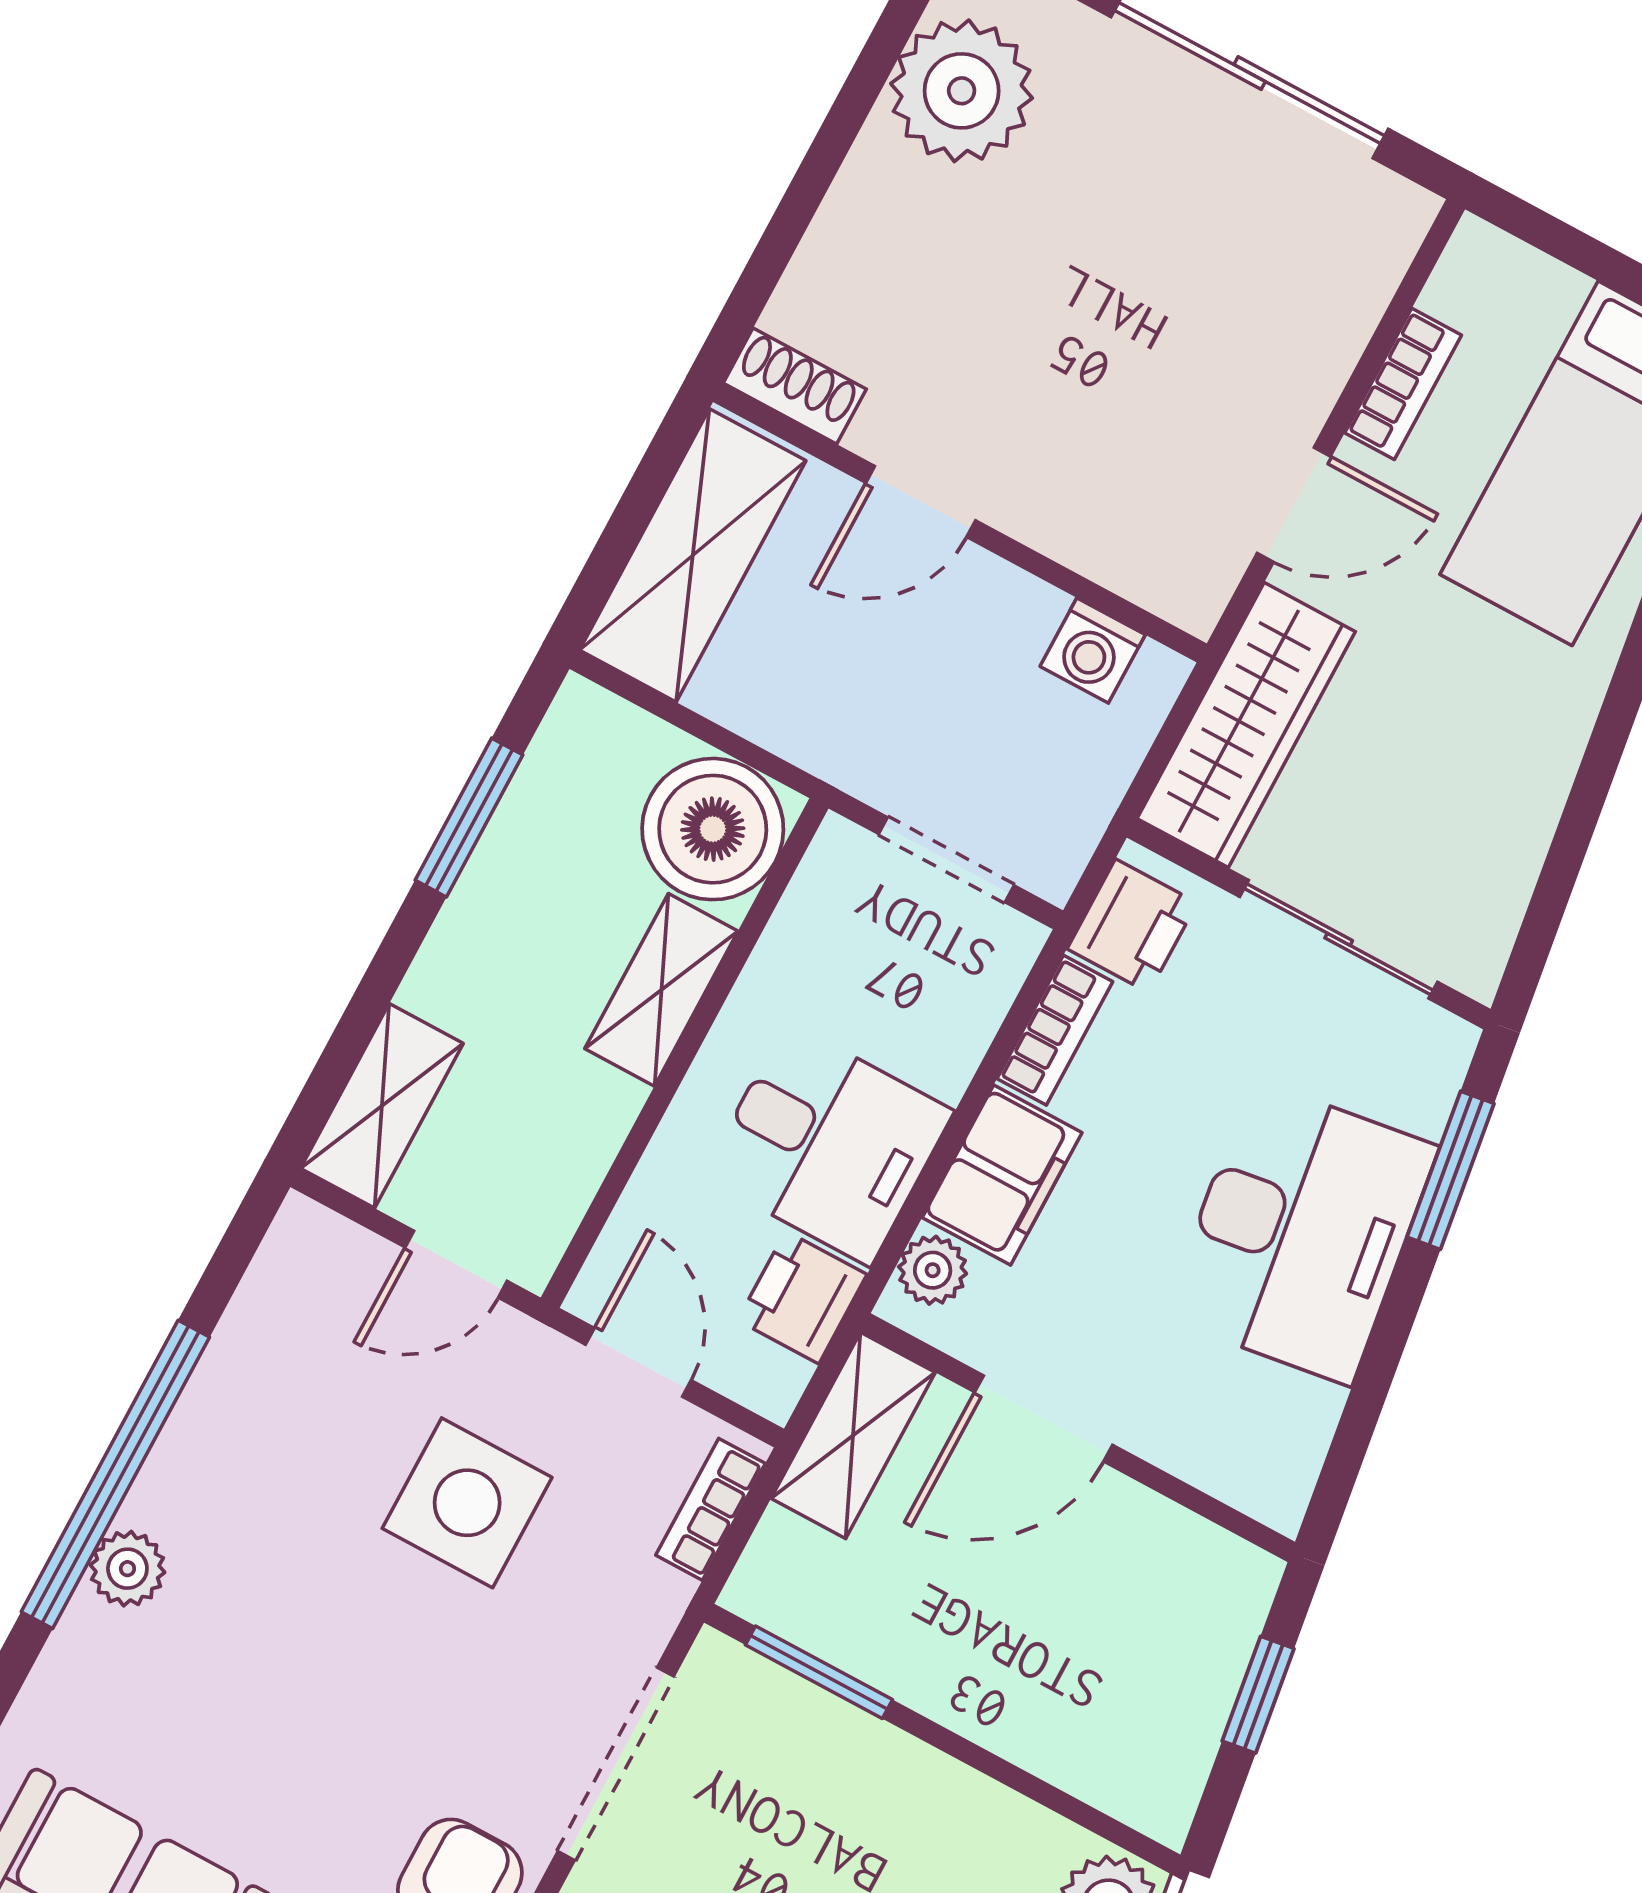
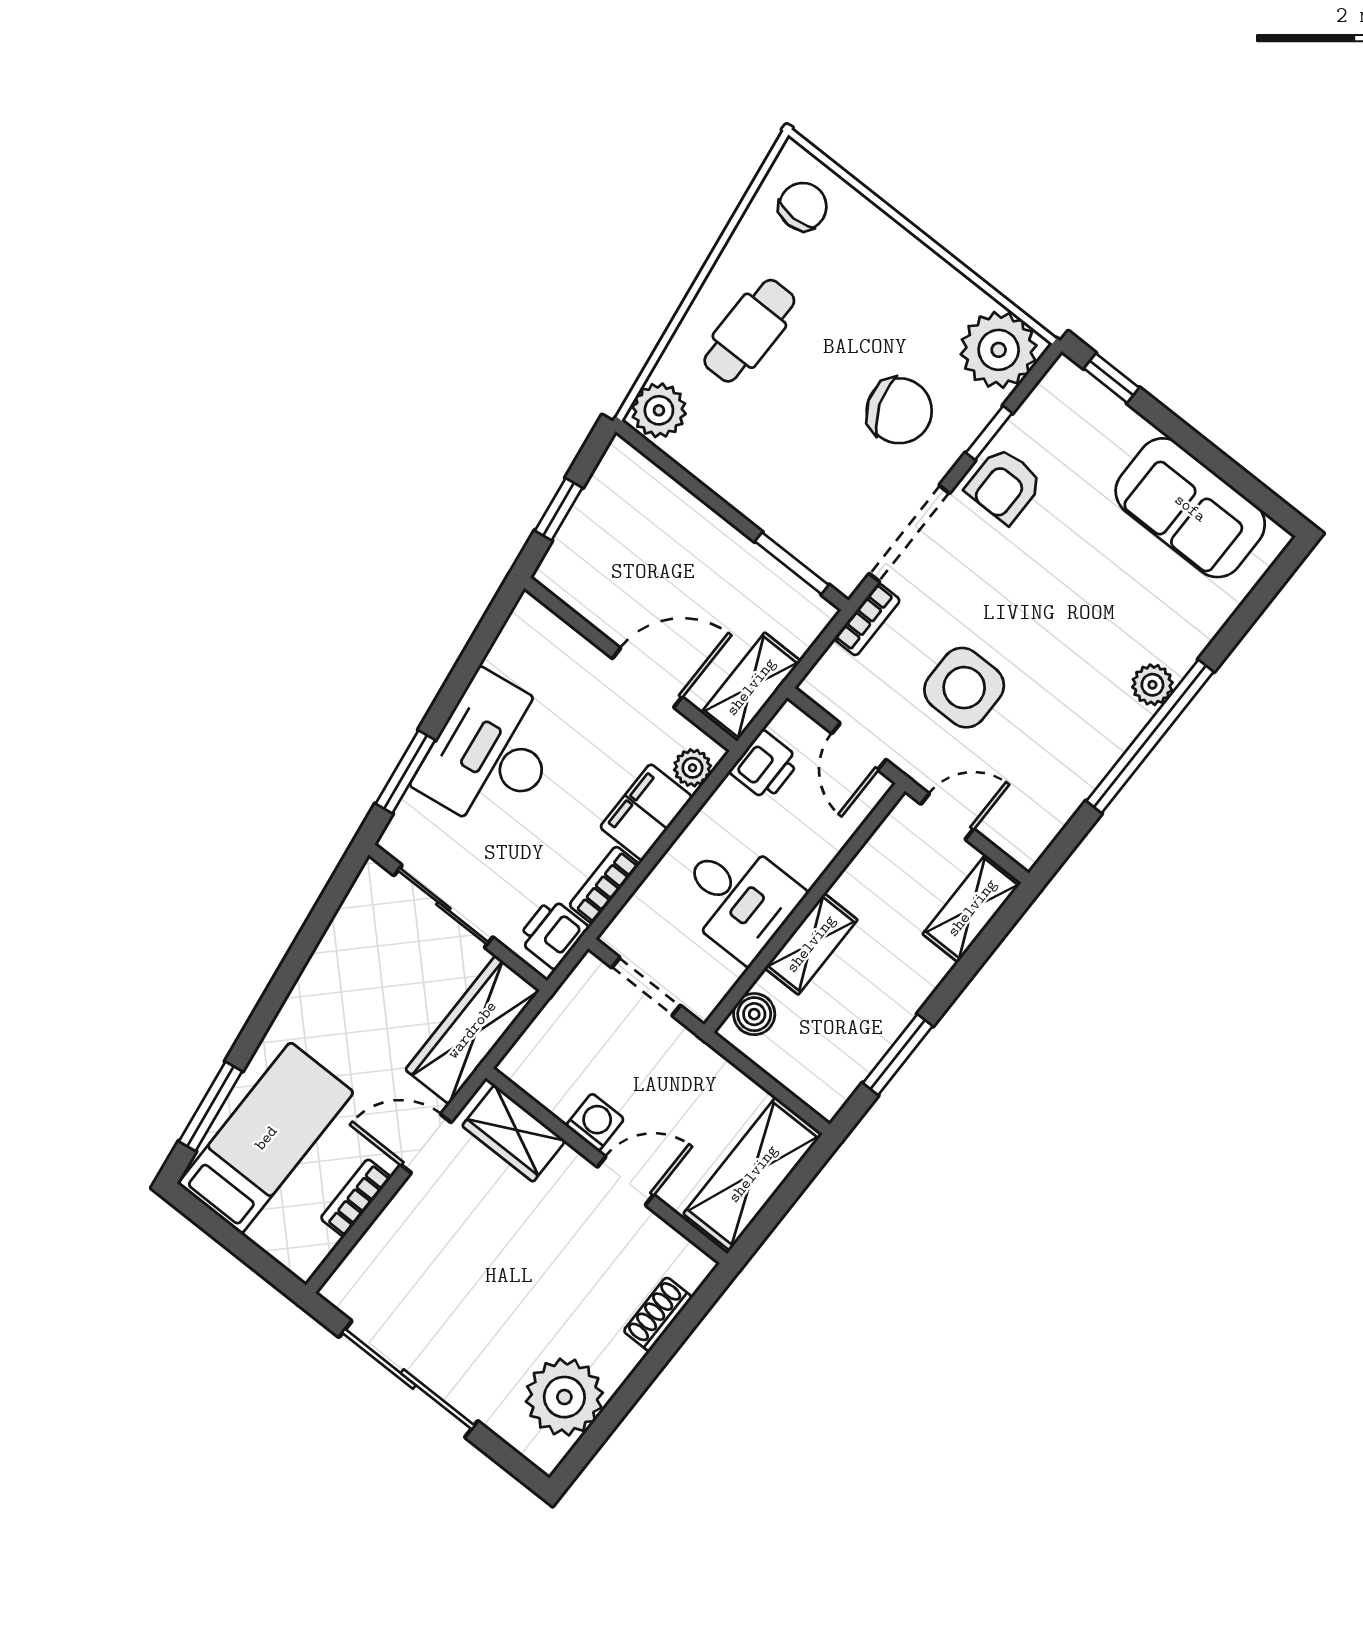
shoe rack: (795, 386) -> (658, 1314), moved, turned 90
wardrobe: (1138, 551) -> (514, 1133), added
washing machine: (1093, 650) -> (595, 1122), moved
boiler: (713, 829) -> (754, 1014), width x0.54, depth x0.54
desk: (828, 1144) -> (738, 898), moved, turned 180
bookcase: (711, 1509) -> (867, 619), moved

